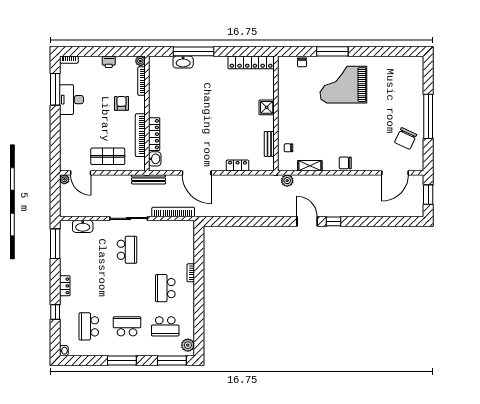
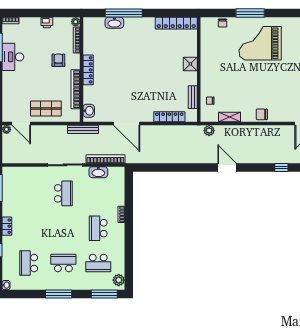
locker: (154, 134) -> (88, 70), moved
locker: (238, 166) -> (169, 117), width x1.53
window: (333, 221) -> (281, 168), moved
washbasin: (83, 226) -> (98, 172), moved

